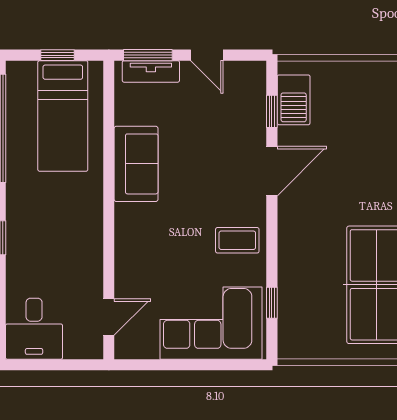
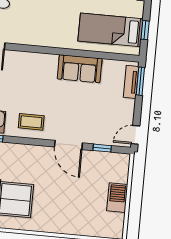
door: (207, 55) -> (135, 135), moved
barbecue: (294, 100) -> (117, 198), moved, turned 90
coffee table: (237, 240) -> (31, 122), turned 90

